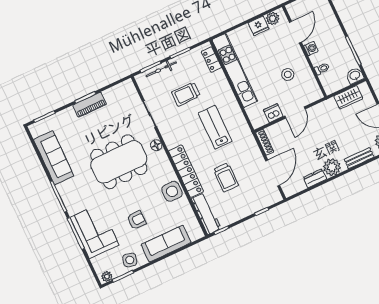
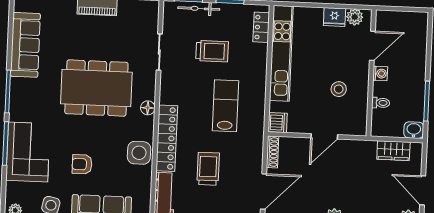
trolley: (186, 94) -> (212, 51), turned 180
dishwasher: (273, 113) -> (278, 123), moved, turned 90
floor lamp: (156, 145) -> (148, 108), moved
trolley: (226, 177) -> (208, 169), turned 180
armchair: (137, 220) -> (82, 164), turned 180

